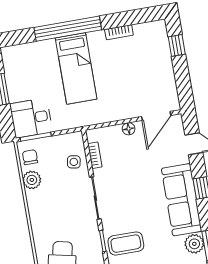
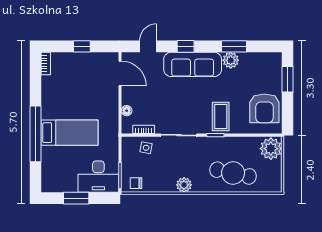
bookcase: (119, 32) -> (46, 63), moved
window: (177, 45) -> (82, 46), moved
desk: (31, 118) -> (98, 177), width x1.37
floor lamp: (129, 129) -> (127, 111), moved
plant: (32, 180) -> (184, 185), moved

